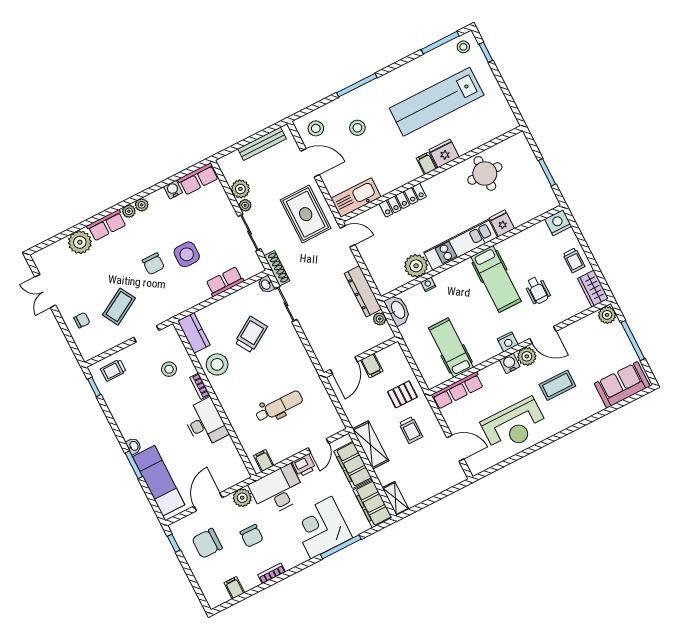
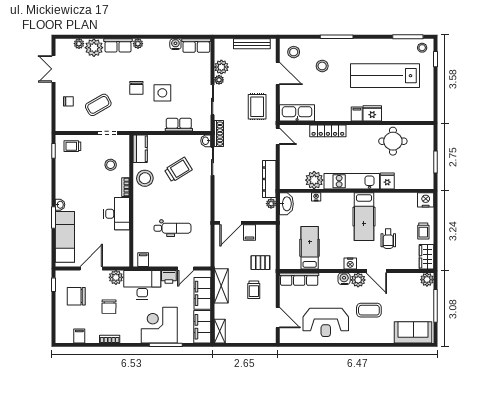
plant: (142, 205) -> (79, 44), moved
rug: (306, 214) -> (257, 107), width x0.73, depth x0.70

